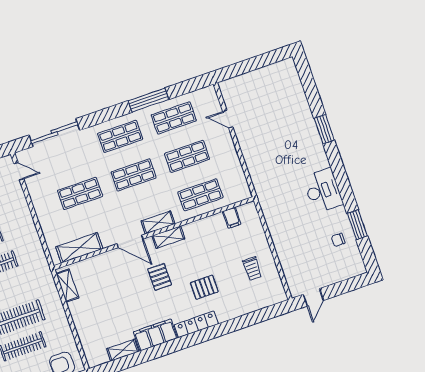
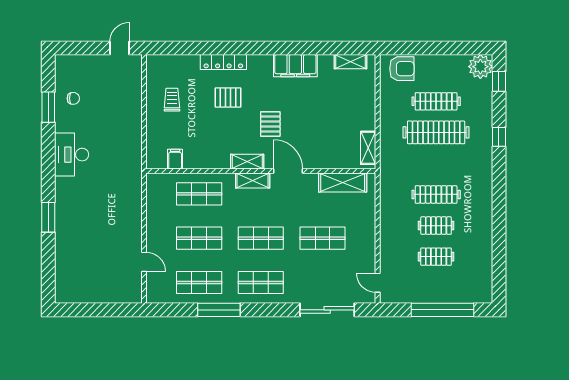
locker: (196, 324) -> (223, 62), moved
shelving: (123, 350) -> (351, 62), moved

